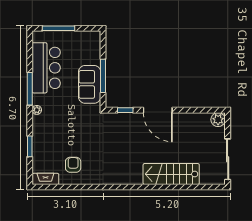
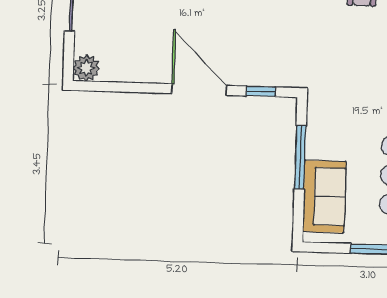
sofa: (90, 84) -> (324, 196), moved

